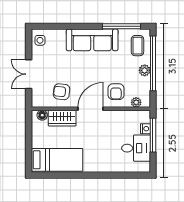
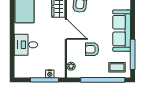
plant: (145, 70) -> (97, 73), removed
armchair: (116, 92) -> (92, 49), moved
desk: (136, 148) -> (26, 45), moved, turned 90

